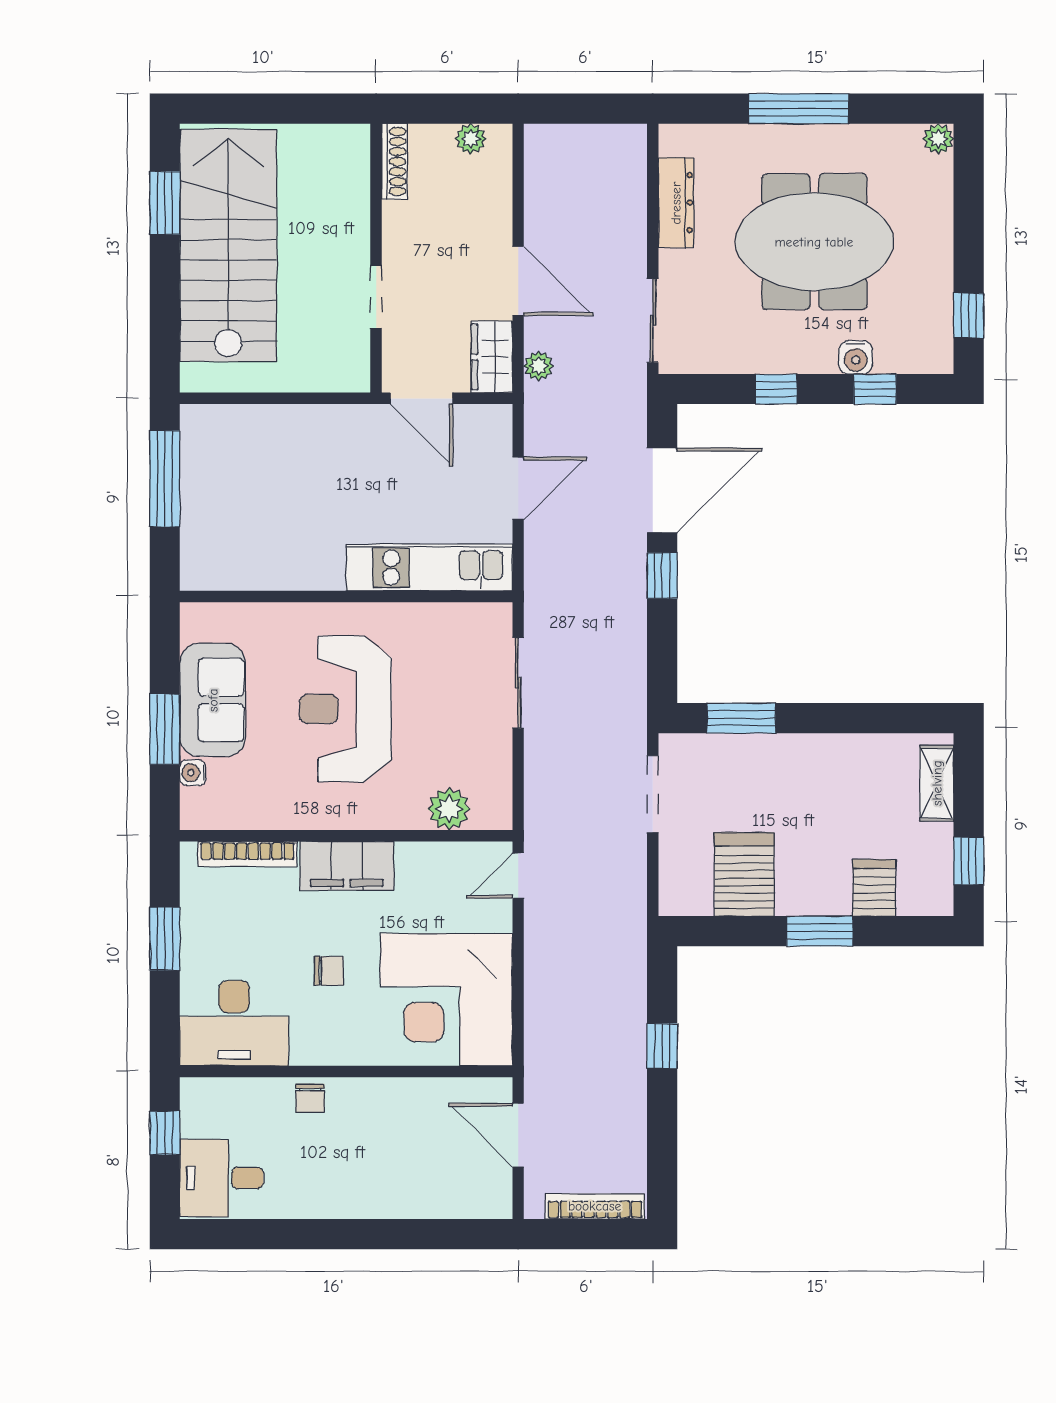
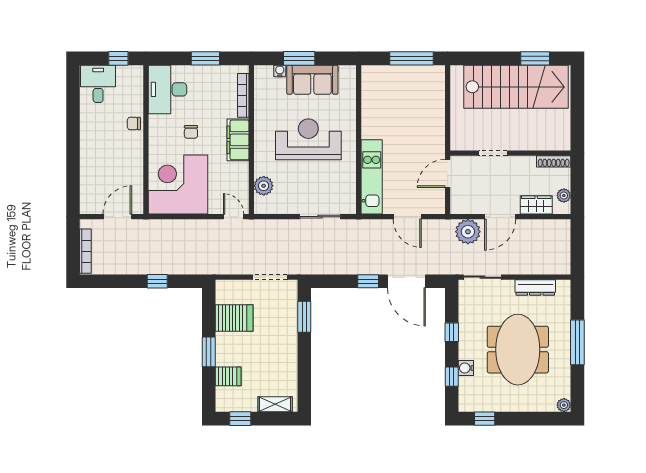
wardrobe: (492, 357) -> (536, 205), moved
plant: (539, 366) -> (468, 232), width x1.88, depth x1.88

